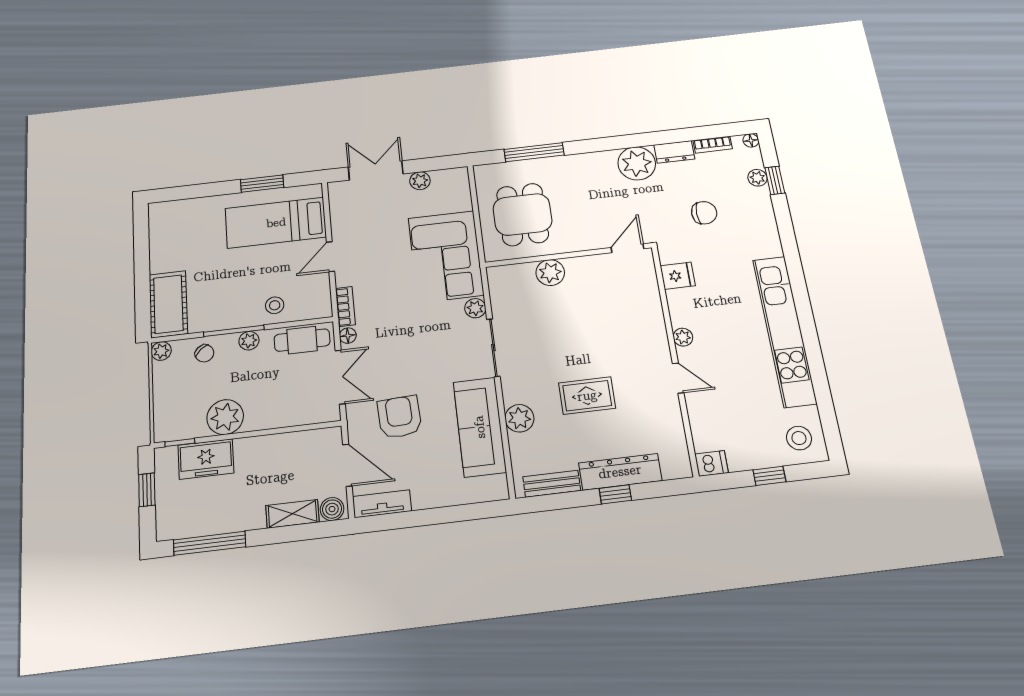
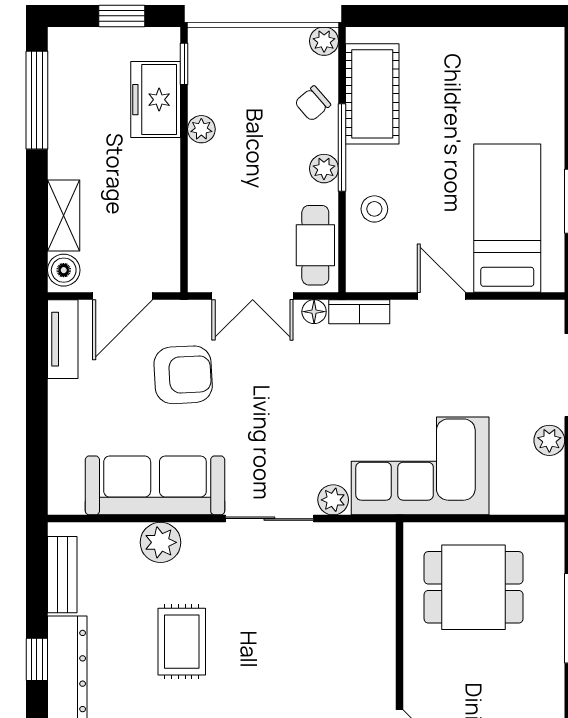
plant: (550, 273) -> (375, 616), removed
cot: (168, 304) -> (372, 94), moved, turned 90
plant: (225, 417) -> (201, 129), width x0.53, depth x0.53

